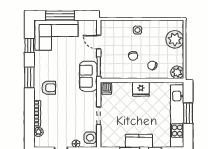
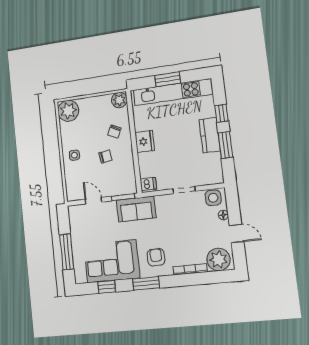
corner sofa: (56, 35) -> (112, 261), moved, turned -90
plant: (175, 39) -> (68, 111), moved
door: (99, 42) -> (94, 201), swing flipped
plant: (38, 132) -> (218, 259), width x1.87, depth x1.87

